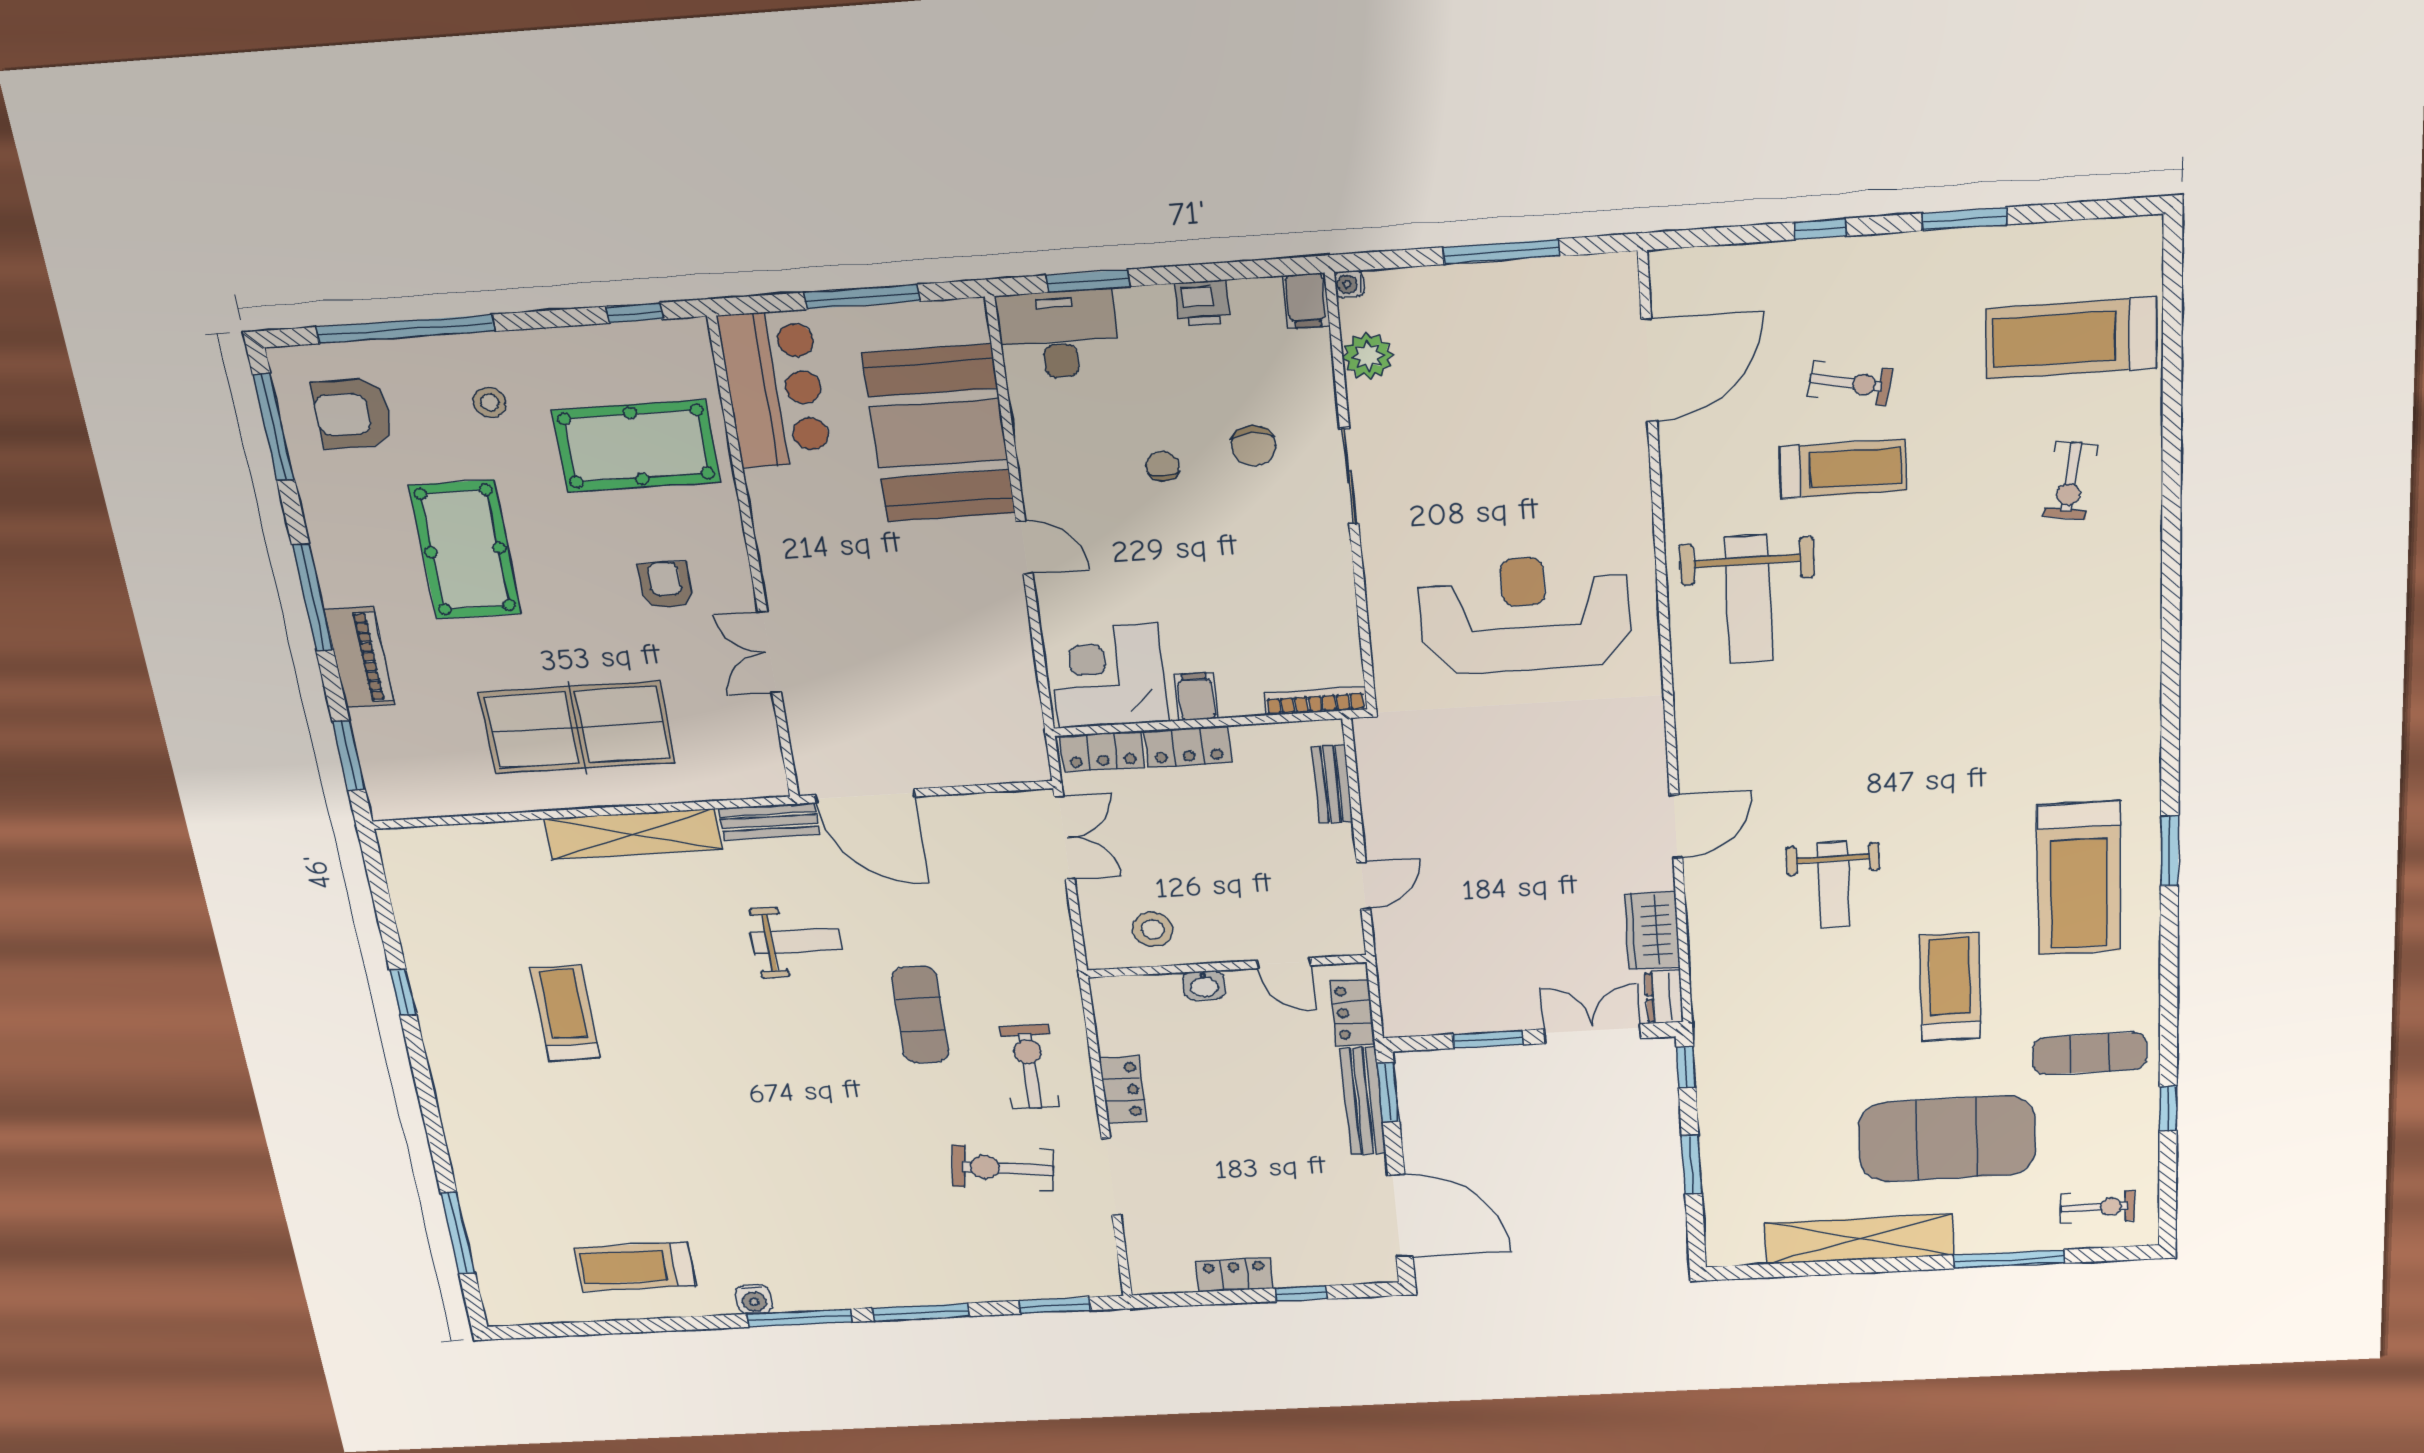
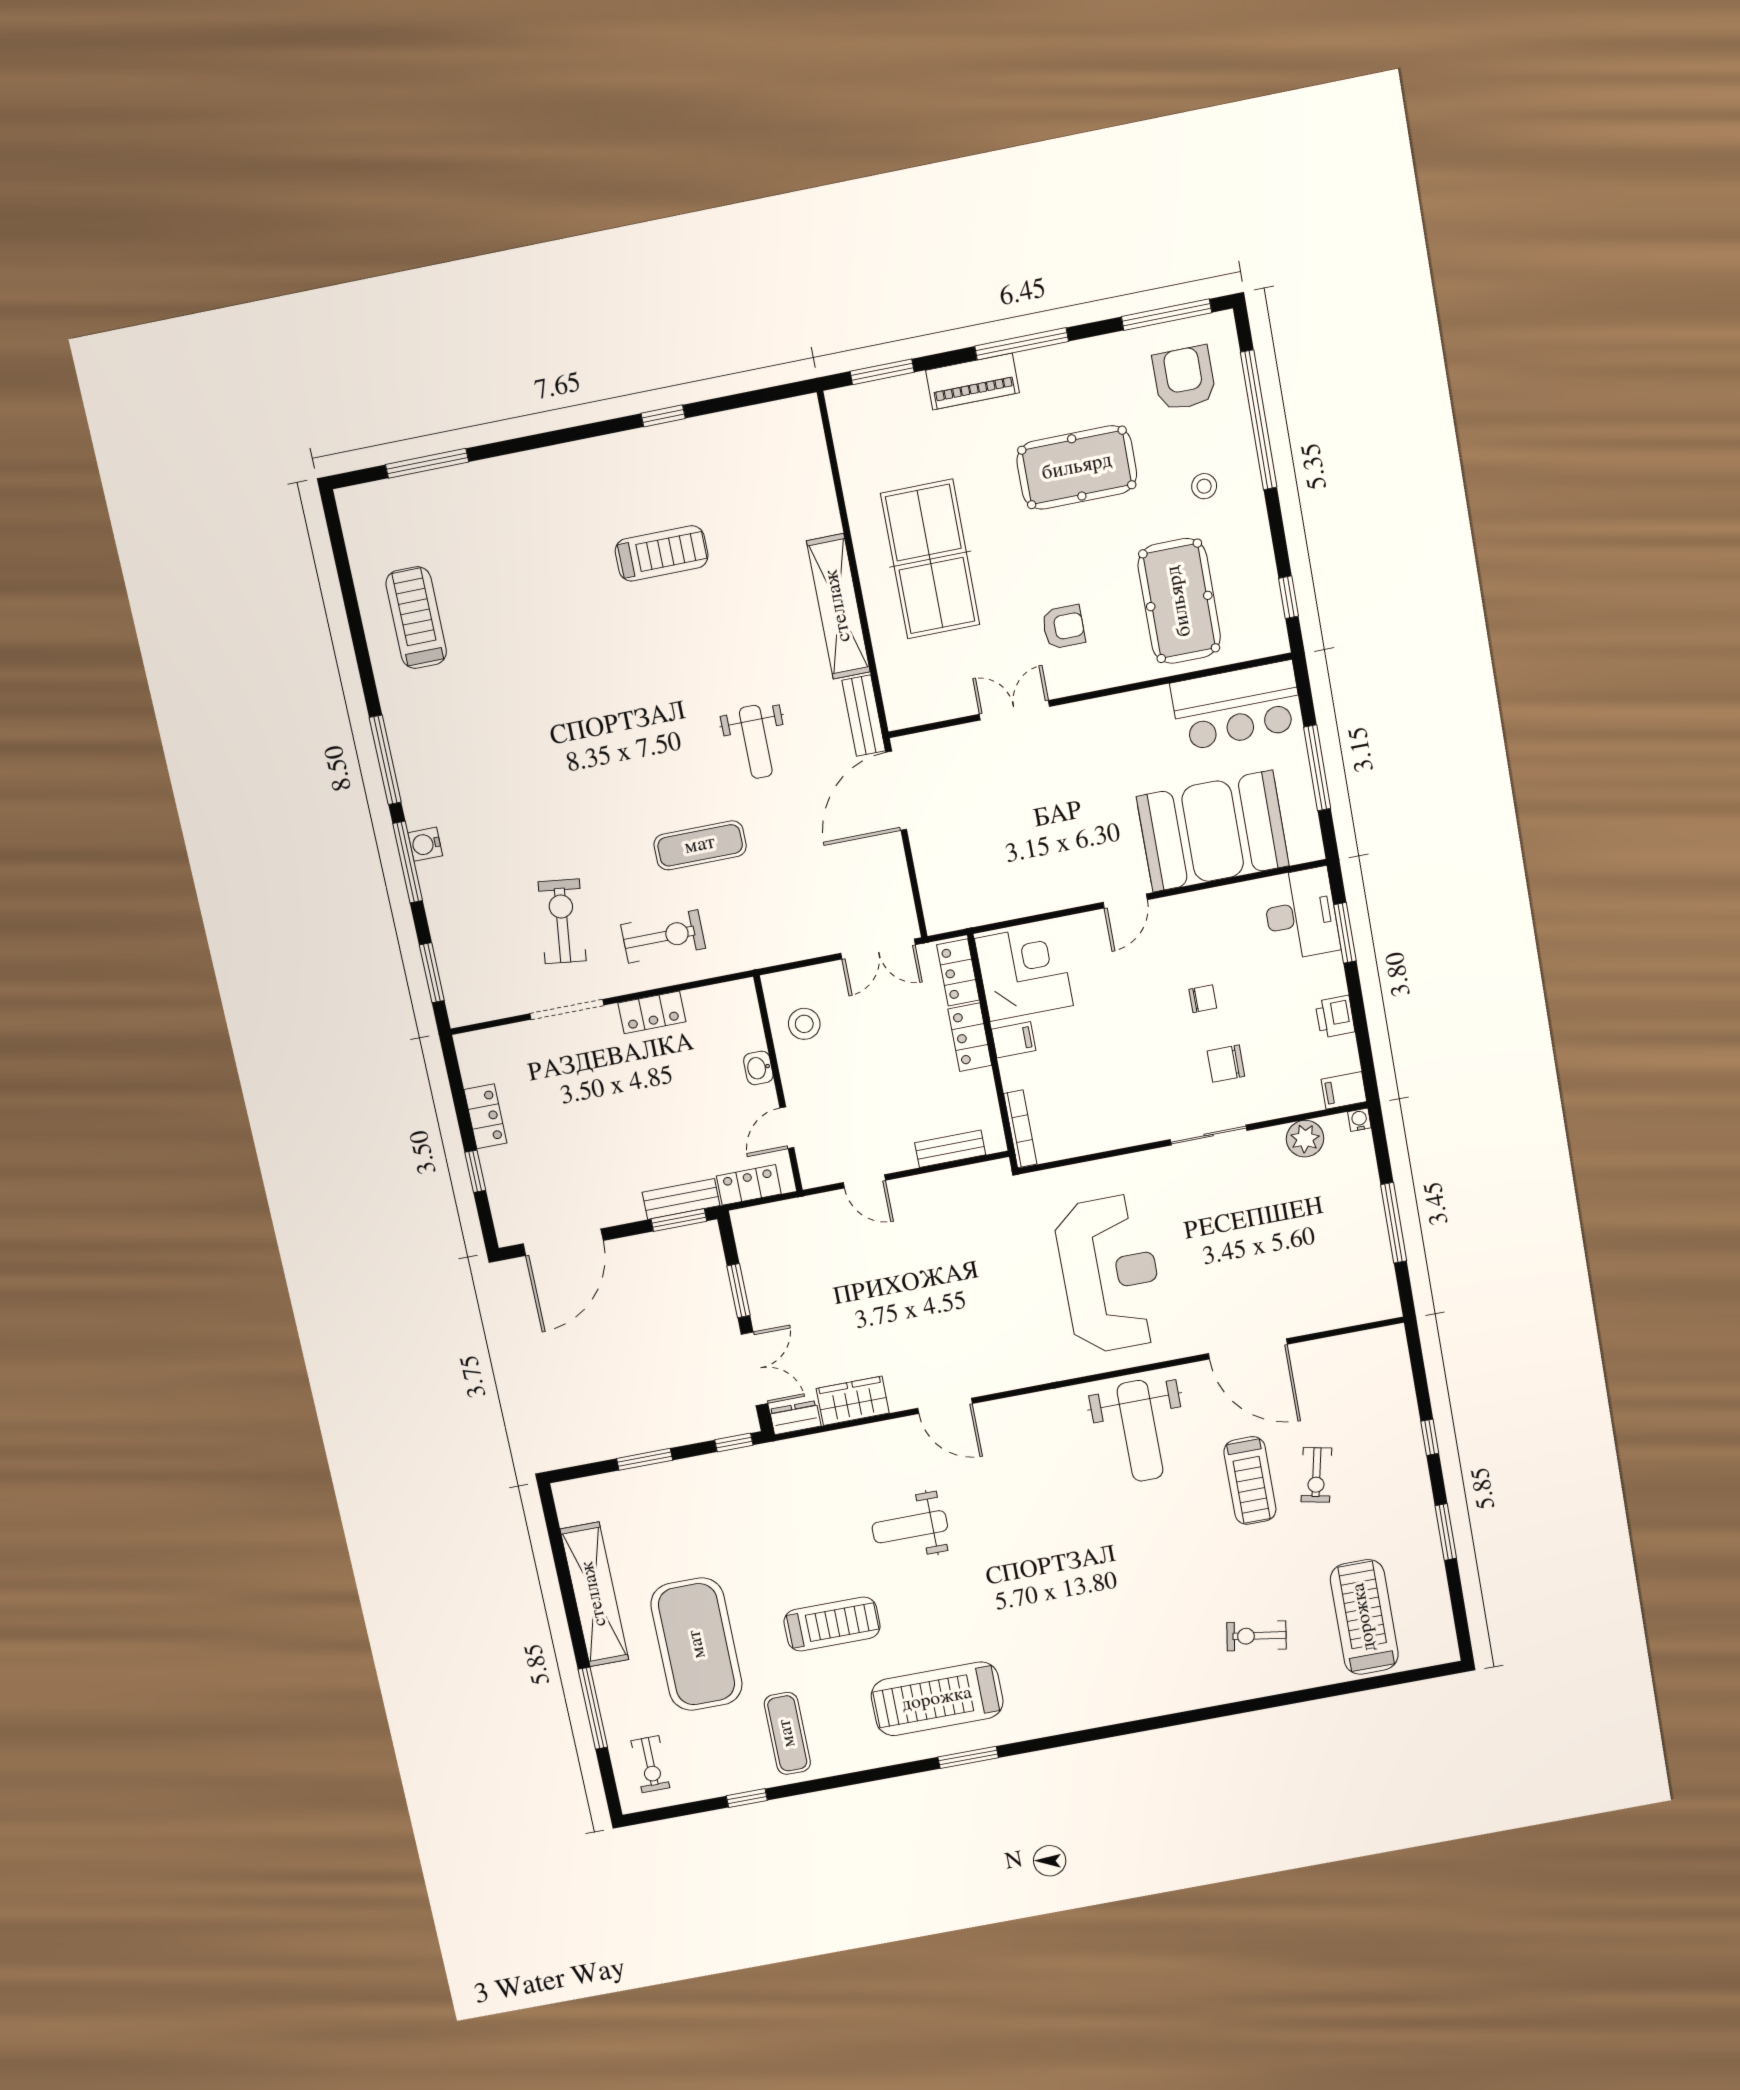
door: (1649, 370) -> (1248, 1349), moved
weight bench: (1749, 599) -> (1140, 1431), turned -90
bench: (1363, 1101) -> (681, 1199), width x0.73
water cooler: (754, 1299) -> (425, 844), moved

